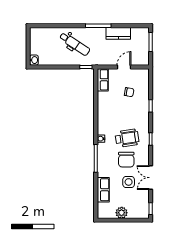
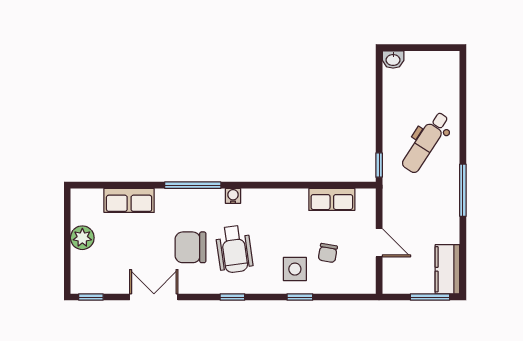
kitchen counter: (118, 33) -> (447, 269), moved
row of seats: (103, 80) -> (332, 199), moved
side table: (129, 182) -> (295, 269), moved

